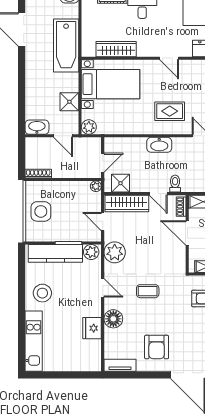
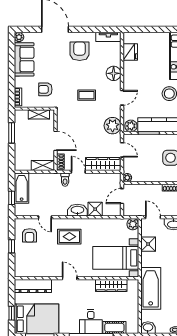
shower: (121, 183) -> (95, 209), moved
door: (103, 288) -> (122, 98), swing flipped
fridge: (92, 328) -> (130, 52), moved

